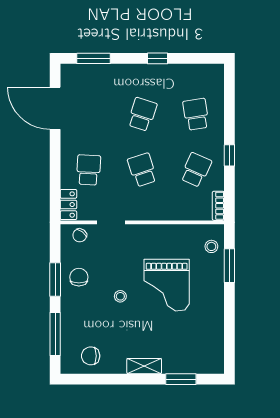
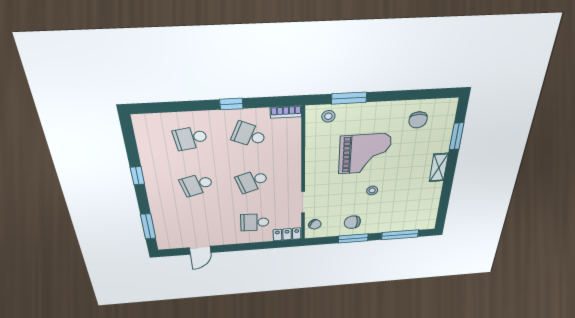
door: (55, 108) -> (200, 250), width x0.53
school desk: (142, 114) -> (197, 185), turned -33
chair: (91, 356) -> (418, 120), moved

